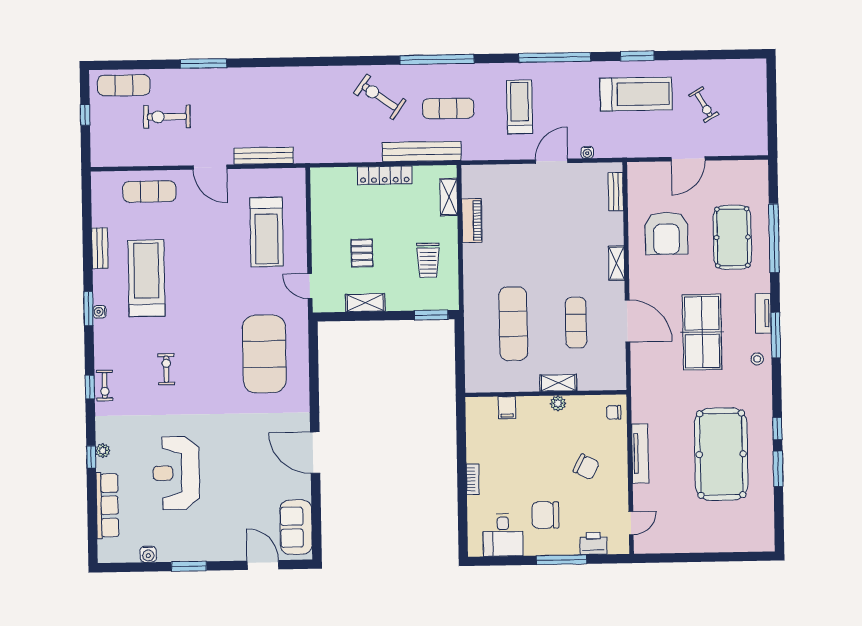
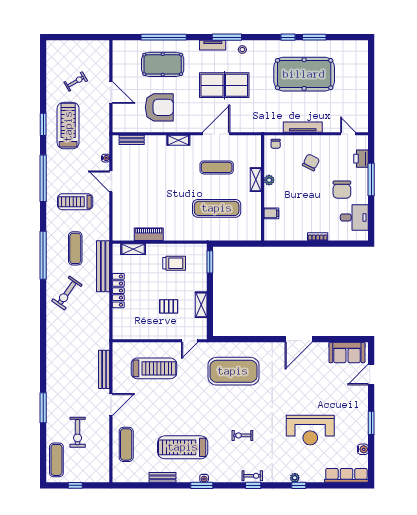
row of seats: (107, 505) -> (346, 475), moved

